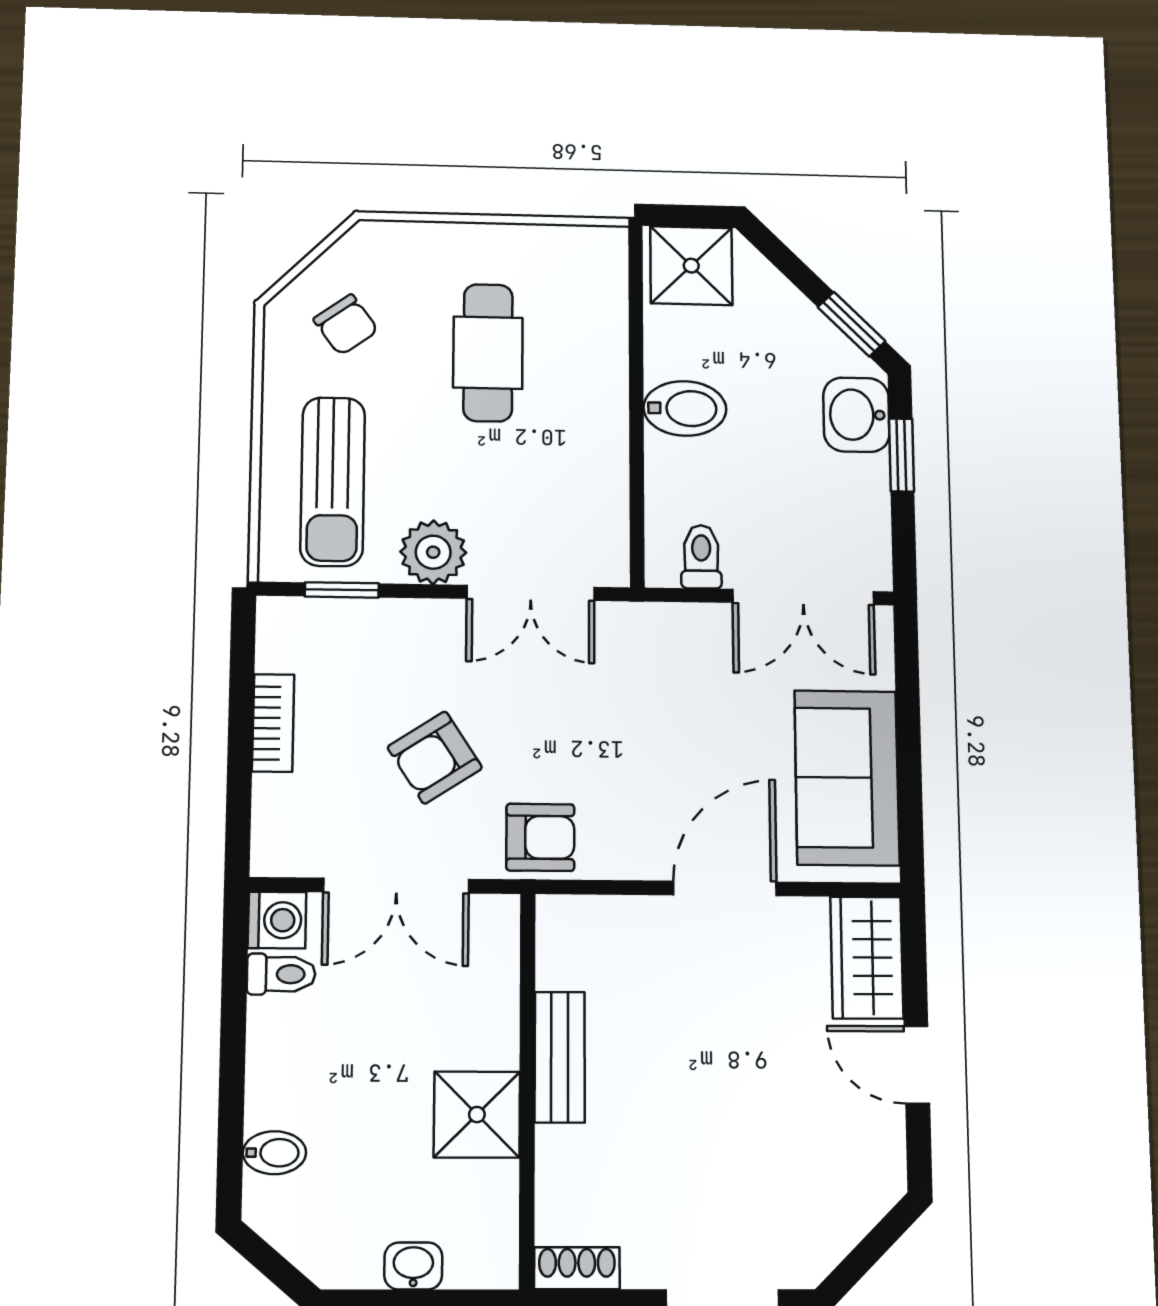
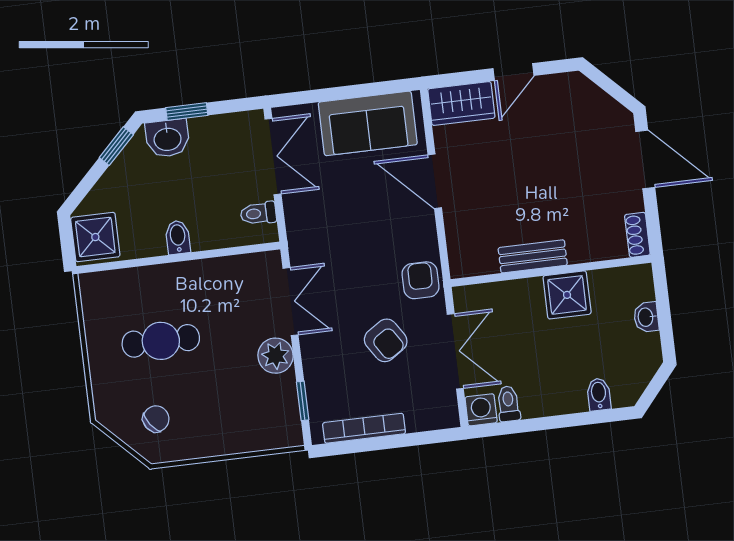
bidet: (685, 408) -> (178, 237), width x0.72, depth x0.74
sun lounger: (333, 481) -> (244, 414), removed
bookcase: (273, 723) -> (364, 428), width x1.56

